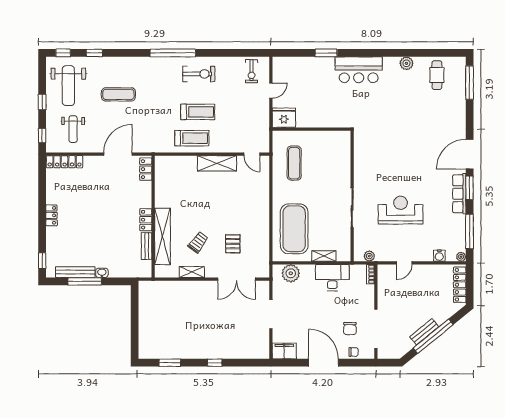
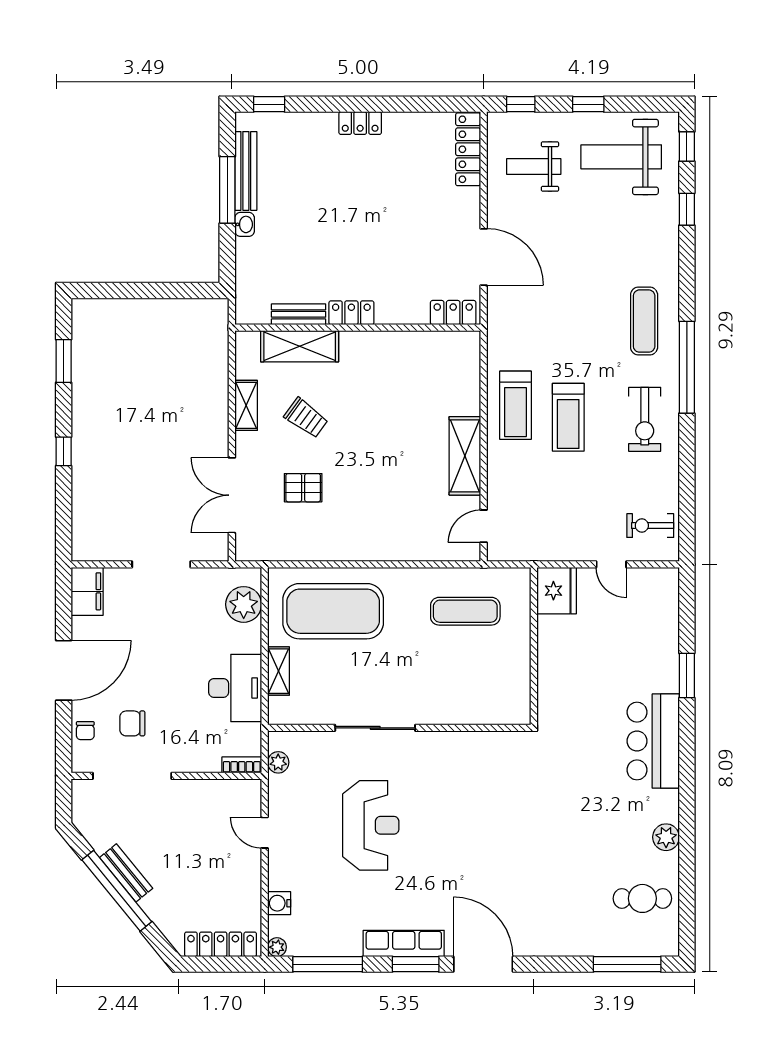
exercise mat: (118, 94) -> (644, 321), moved
shelving: (162, 236) -> (300, 346), width x0.68

